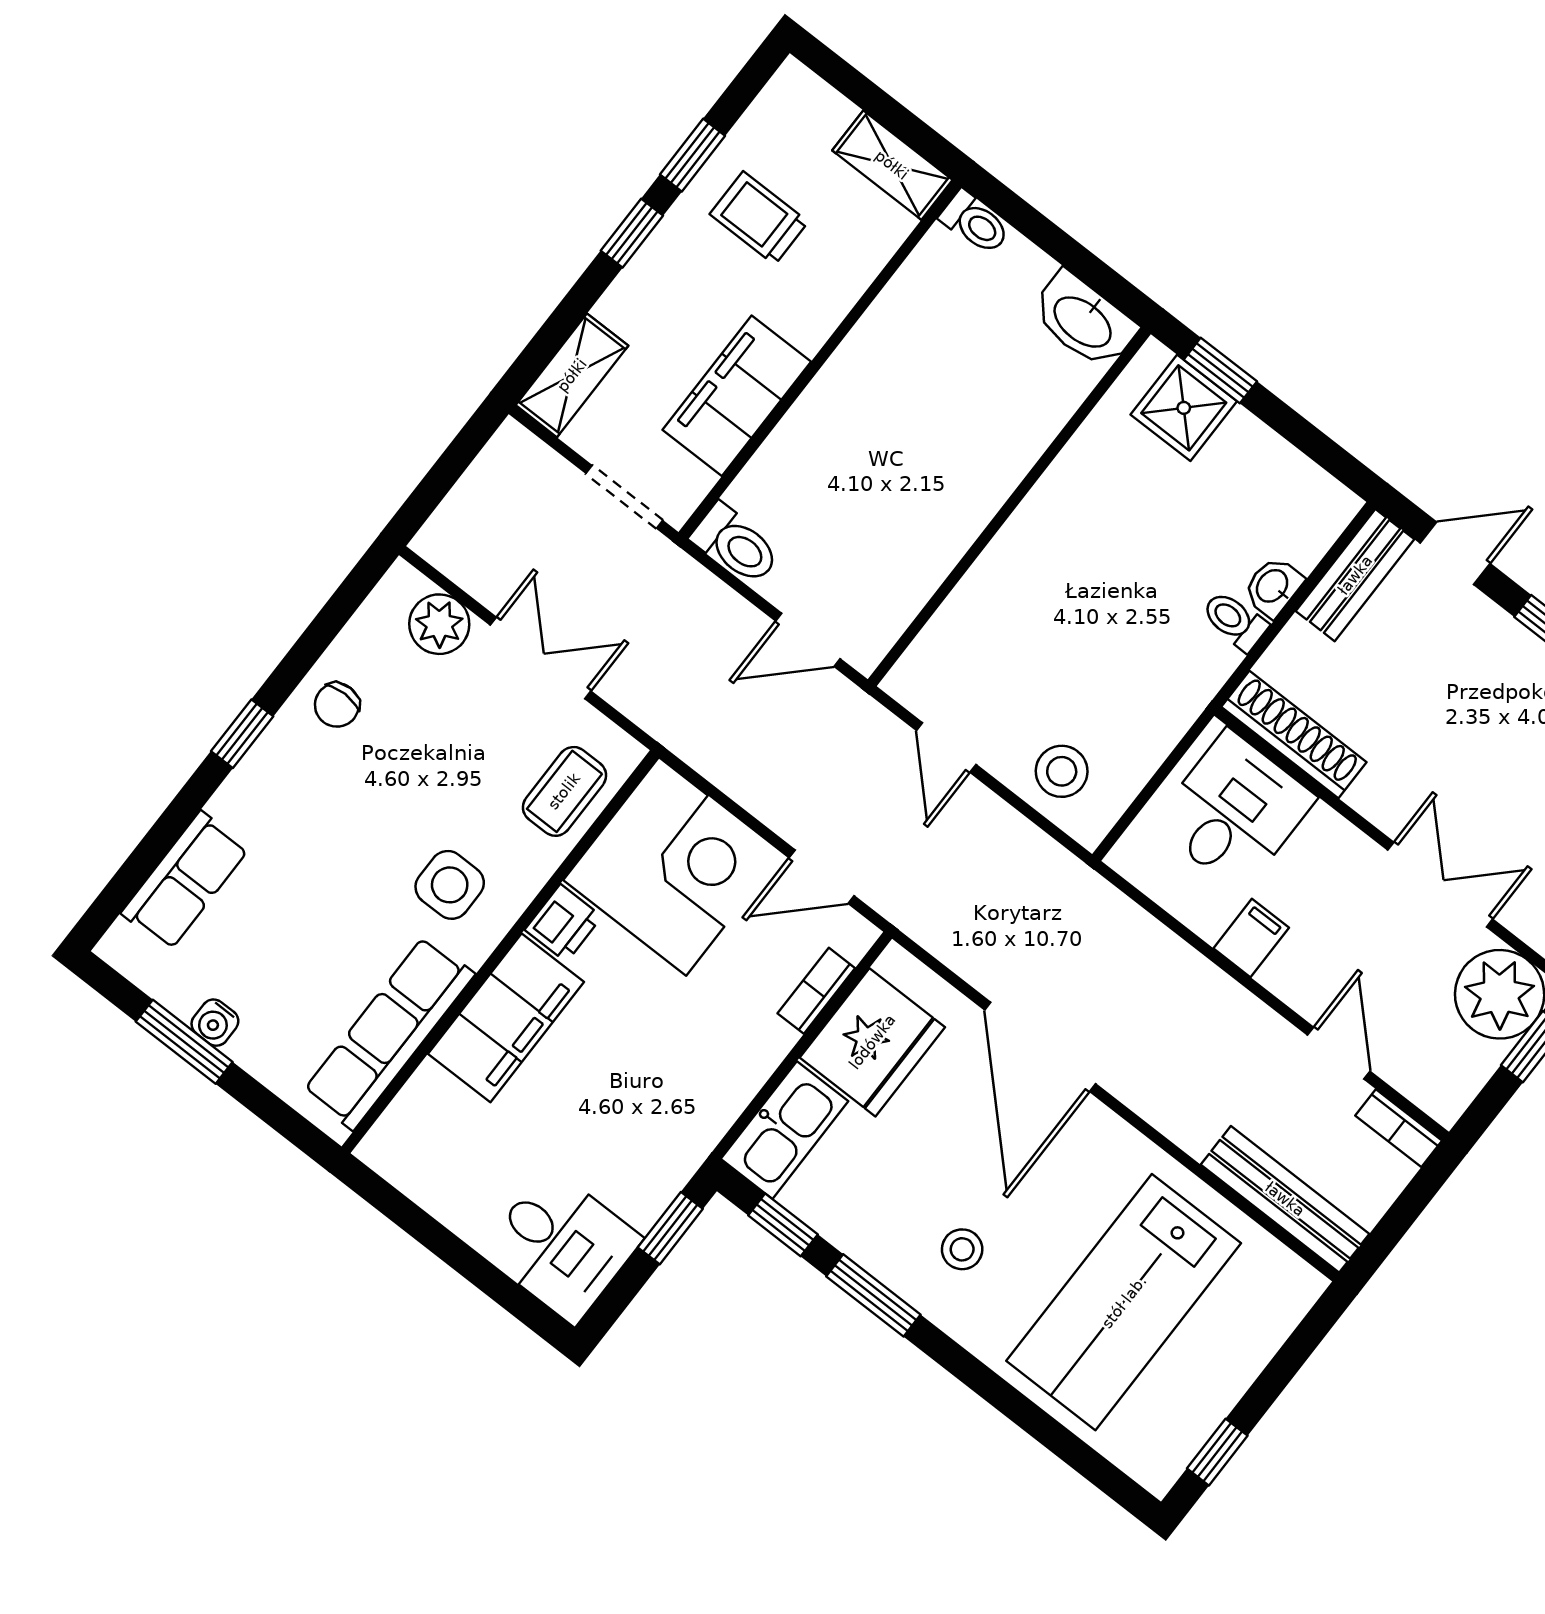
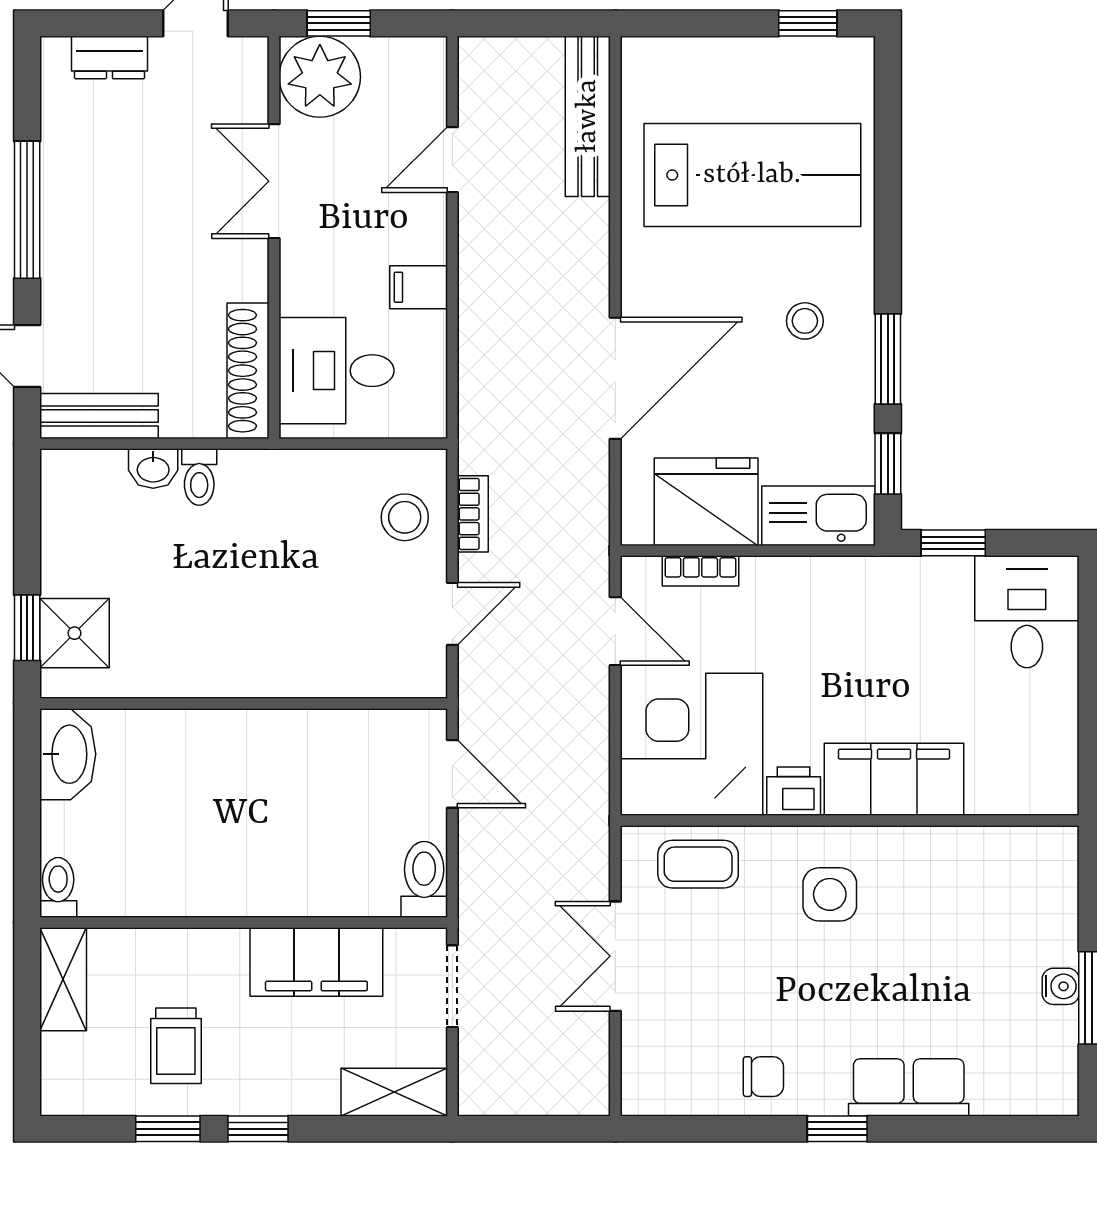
plant: (439, 624) -> (648, 1048), removed
row of seats: (185, 881) -> (909, 1087), moved
row of seats: (389, 1033) -> (970, 855), removed
bookcase: (1399, 1128) -> (473, 514), moved

